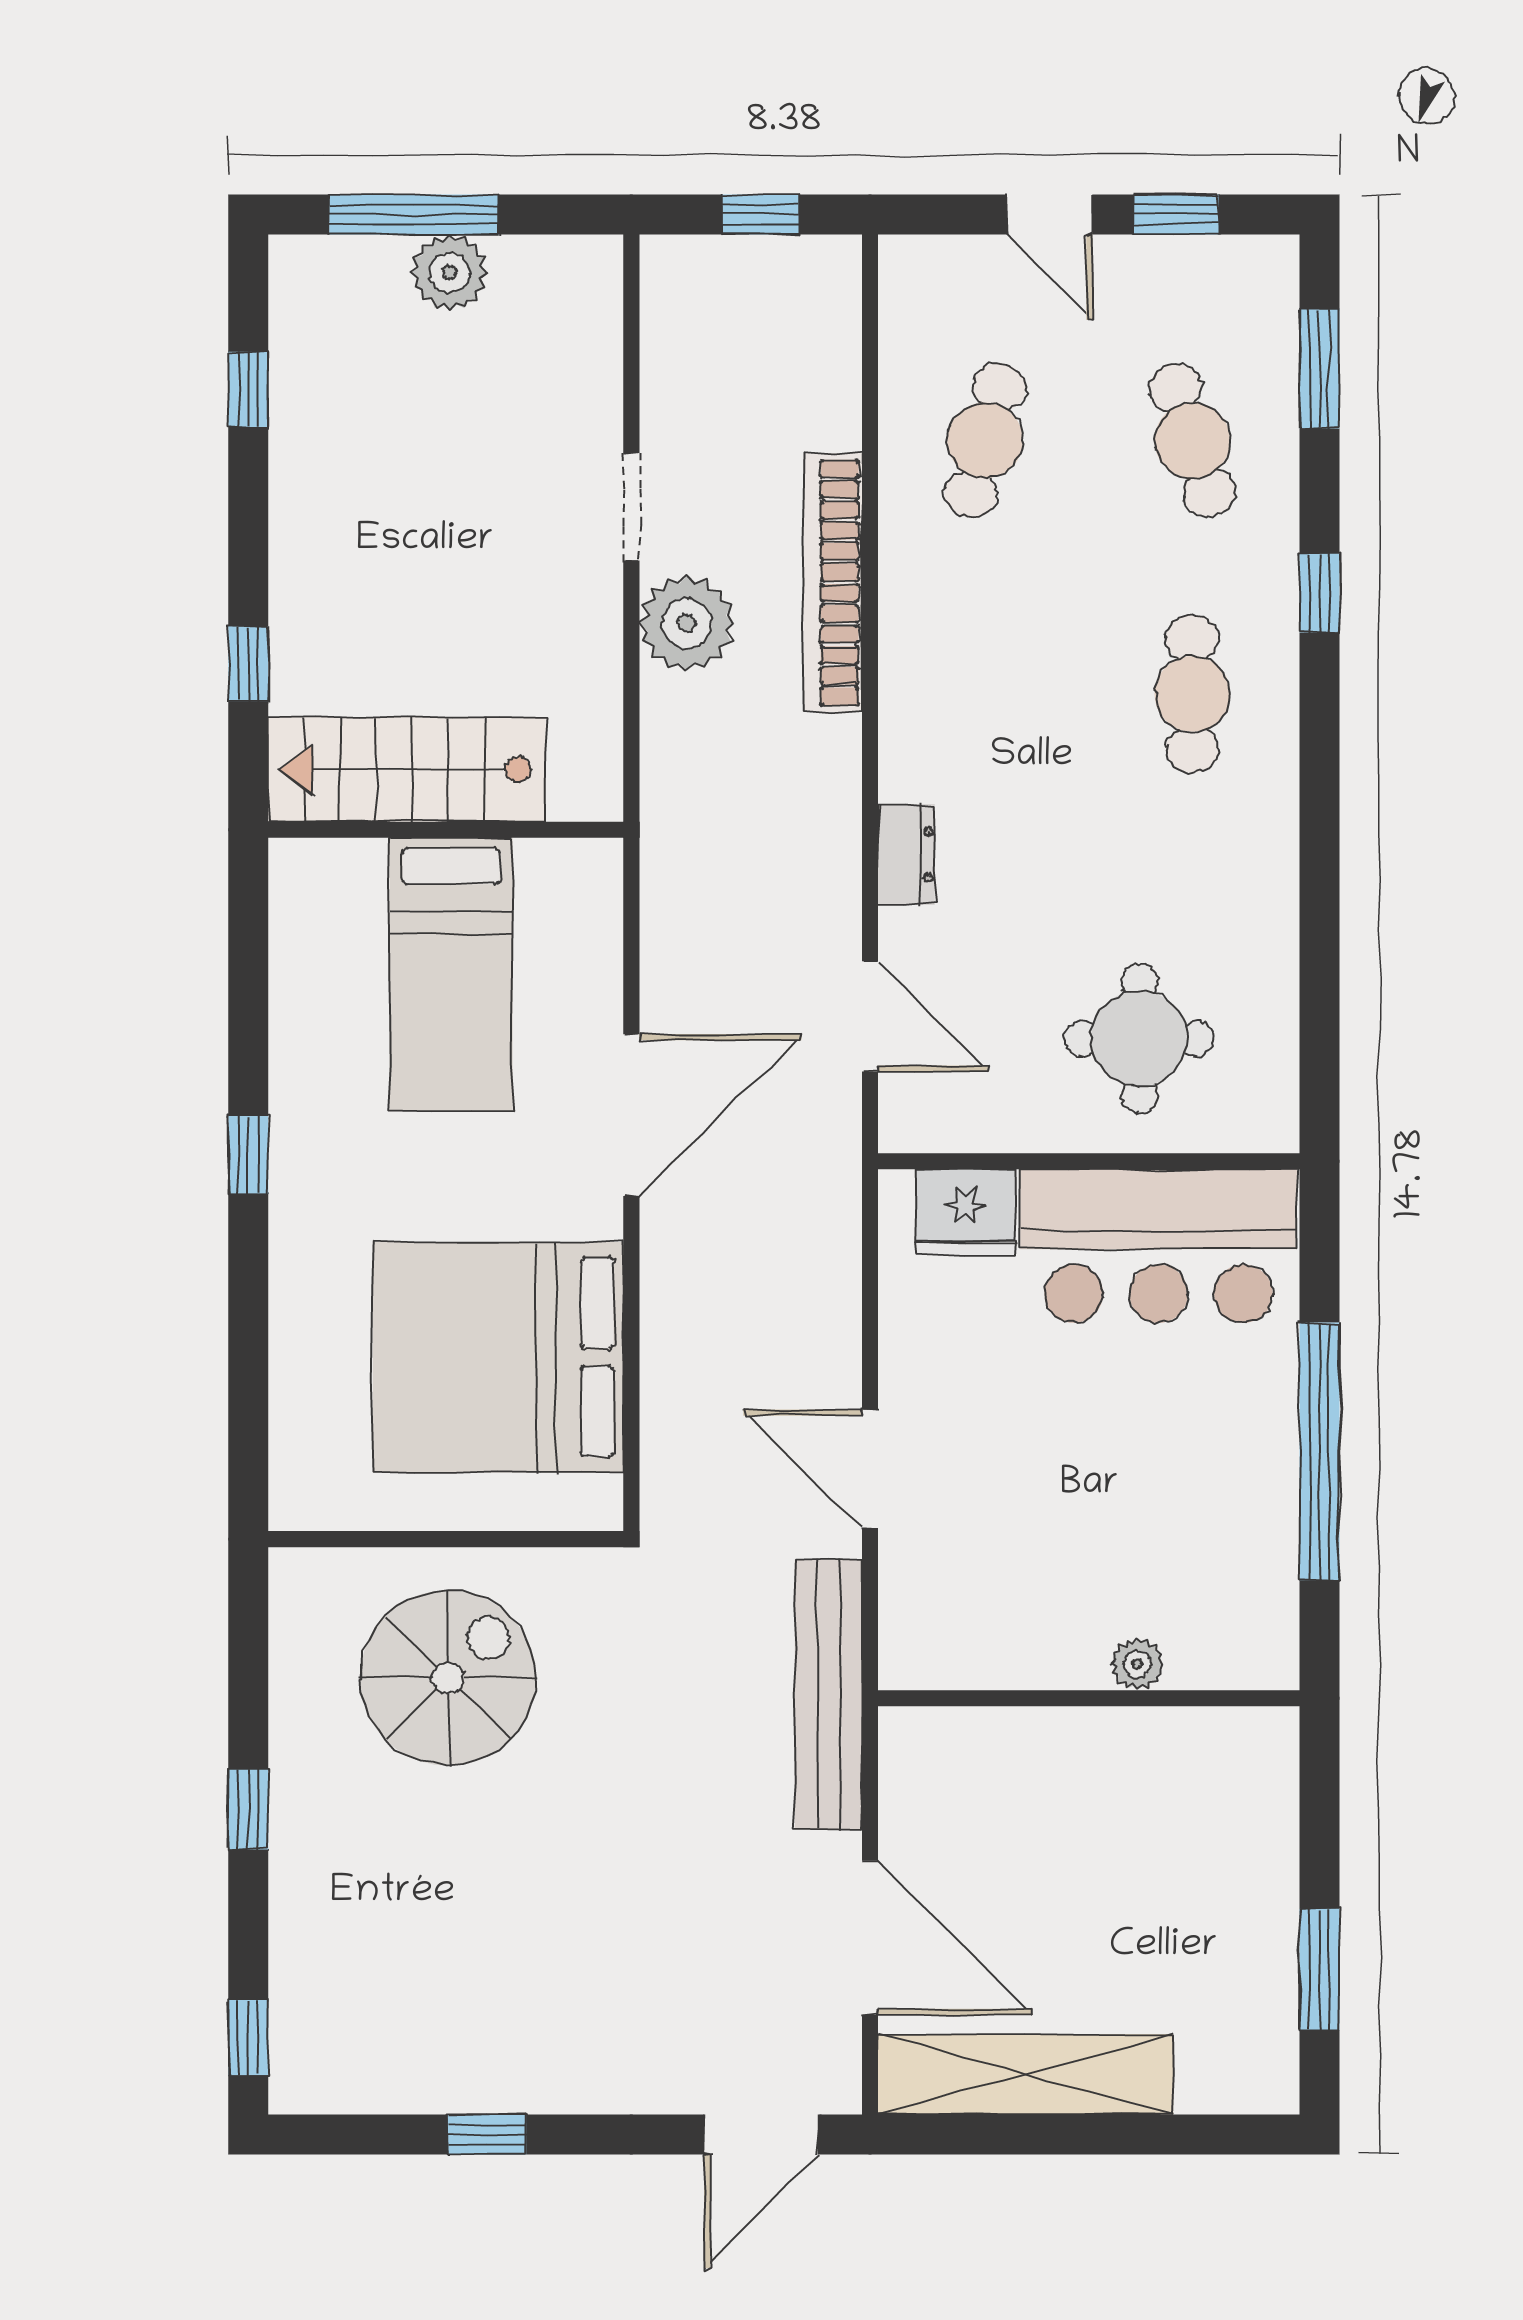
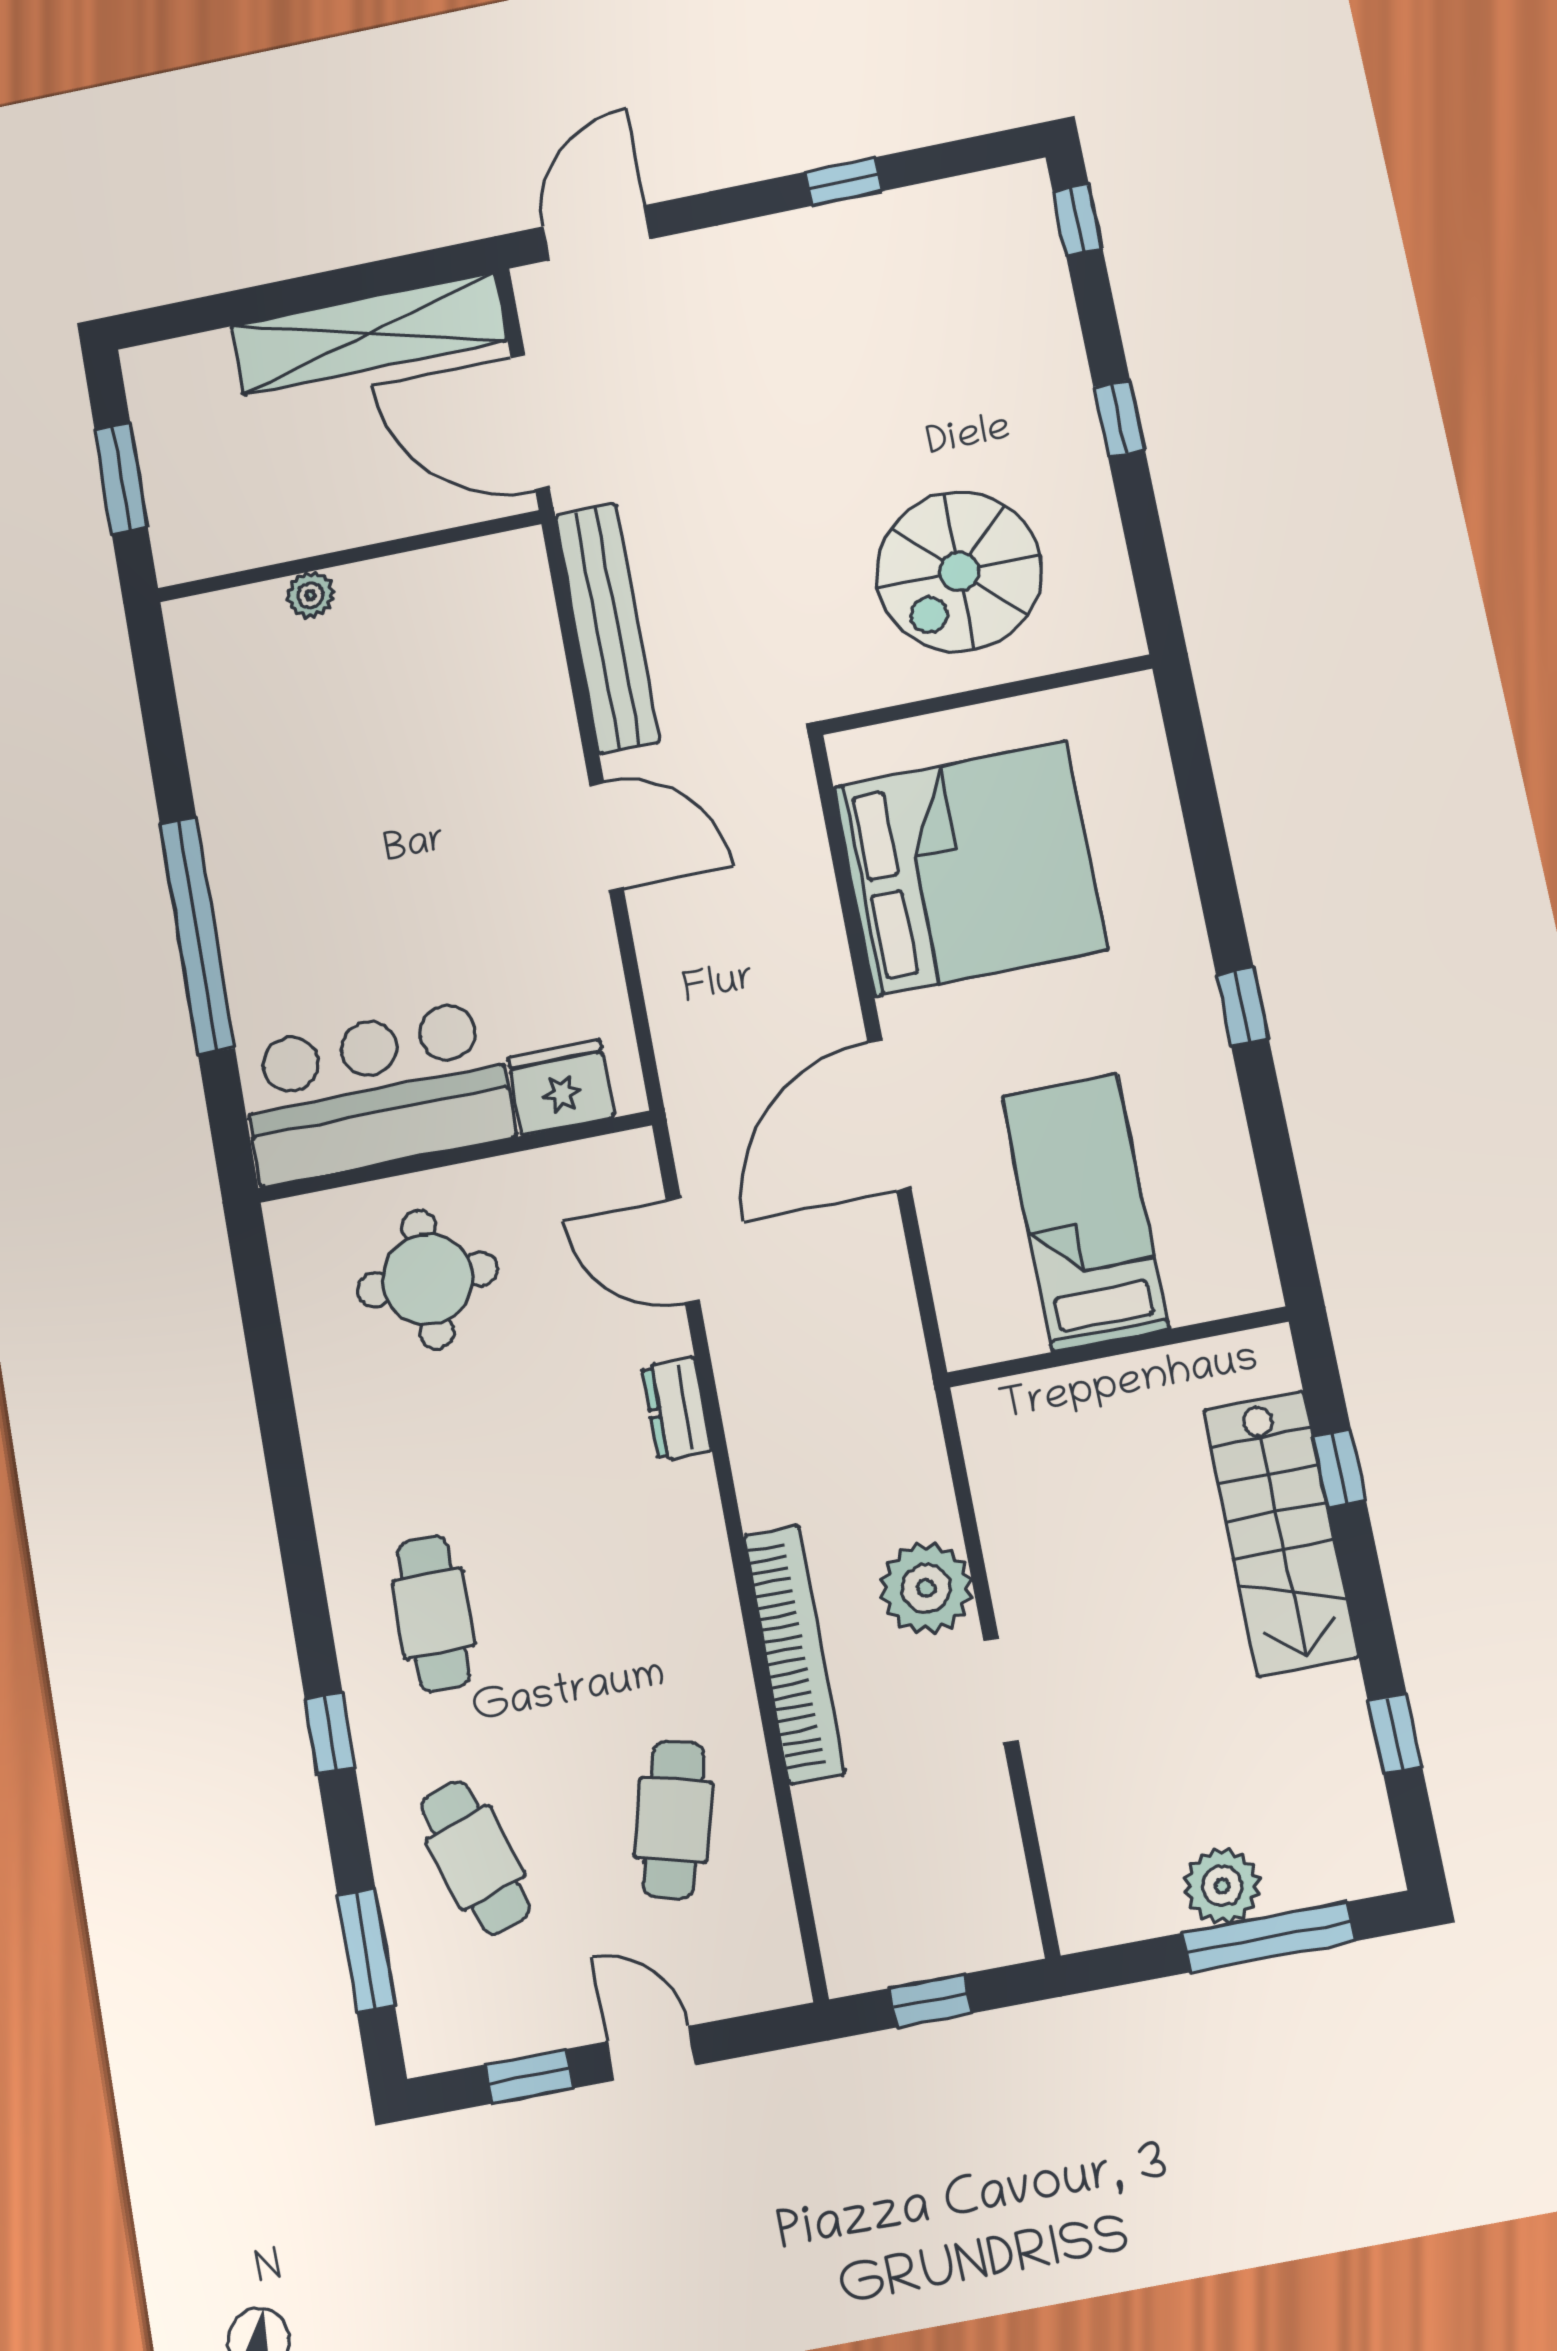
stairs: (407, 769) -> (1280, 1533), moved, turned 90
plant: (1137, 1664) -> (310, 595), moved
wall: (1089, 1698) -> (349, 556), moved

